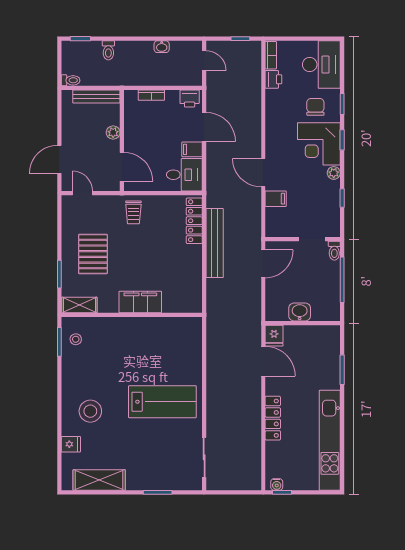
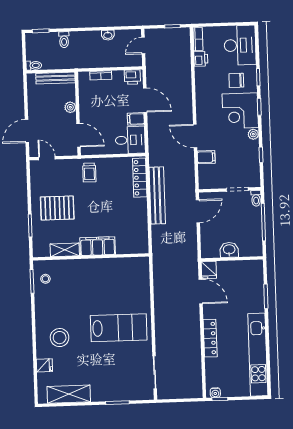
door: (204, 61) -> (143, 45), swing flipped
chair: (315, 107) -> (236, 80), turned -90
pallet: (93, 254) -> (57, 208), turned 90
shelving: (79, 305) -> (65, 250), moved

